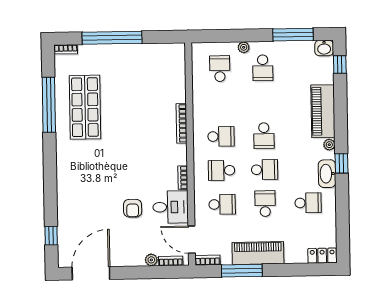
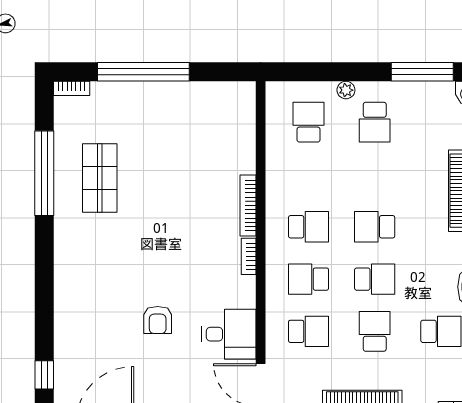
shop shelf: (85, 107) -> (100, 178), width x0.70, depth x0.74
school desk: (264, 136) -> (375, 227), turned 90
bookcase: (183, 178) -> (249, 256), moved
armchair: (133, 208) -> (158, 320), moved

